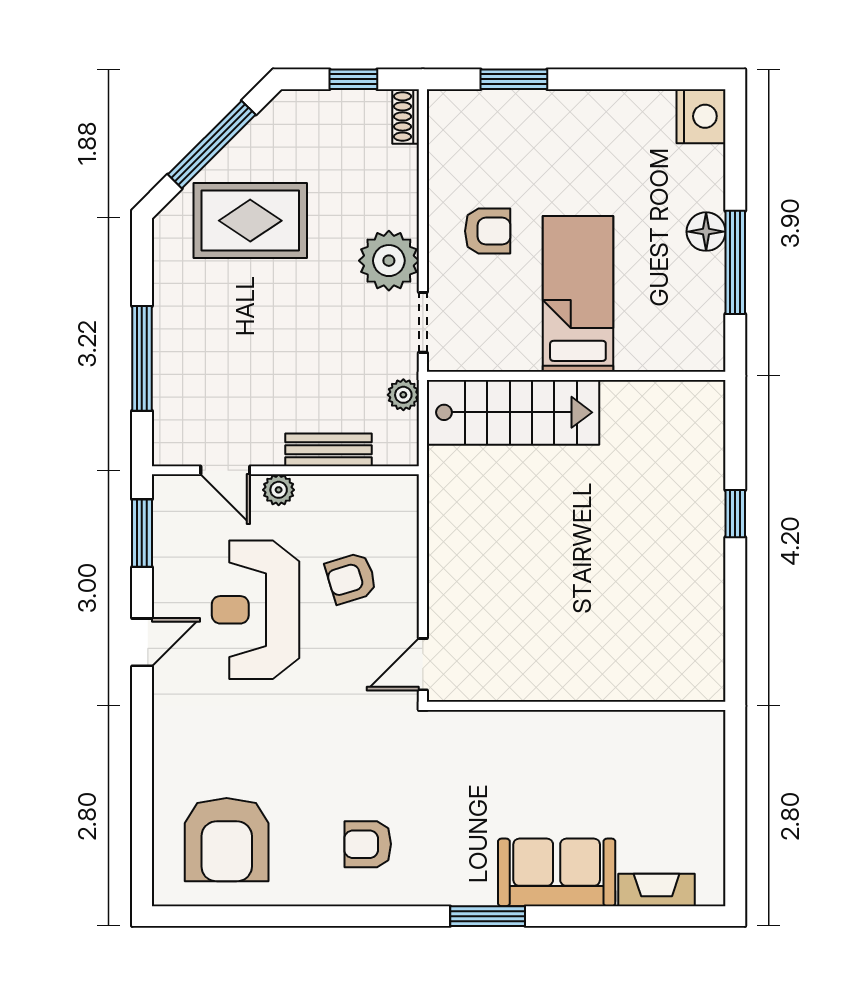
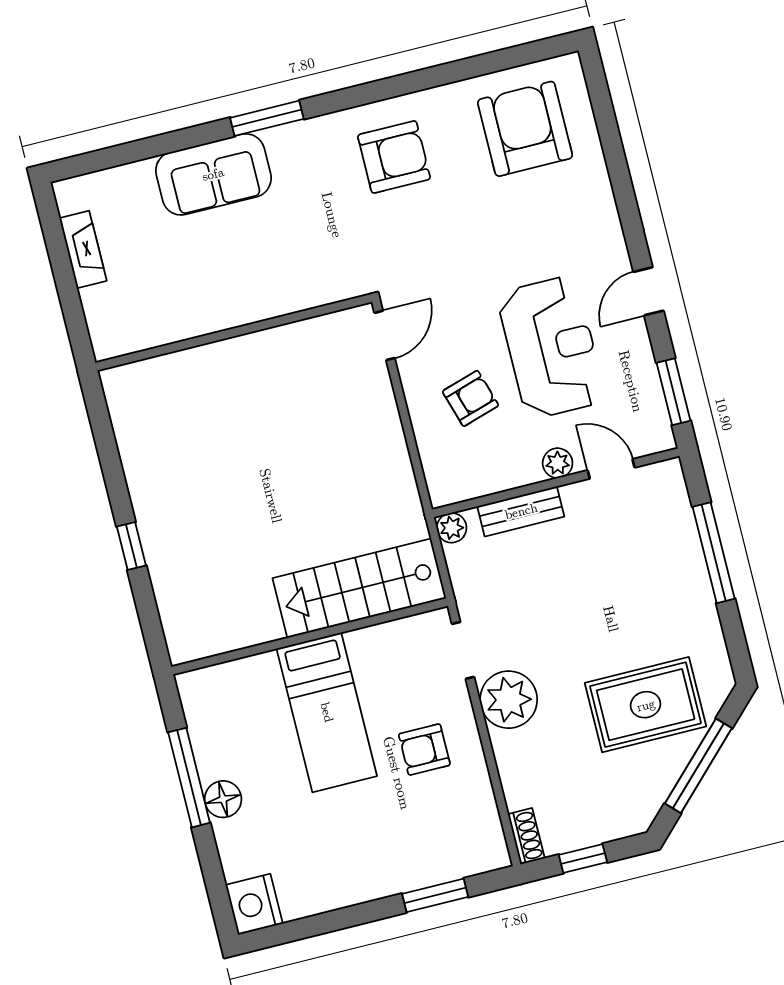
plant: (403, 395) -> (452, 528), moved
armchair: (368, 844) -> (394, 157), width x1.38, depth x1.38
fireplace: (657, 890) -> (83, 249), moved, turned -90

